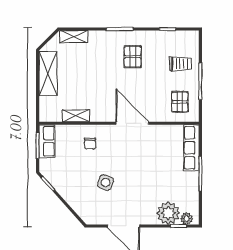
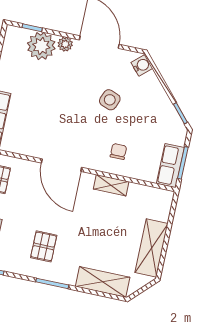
shelving: (74, 37) -> (103, 282), width x1.50, depth x1.33
shelving: (76, 116) -> (111, 185), moved
water cooler: (86, 215) -> (142, 65), added
plant: (187, 219) -> (65, 44), moved

